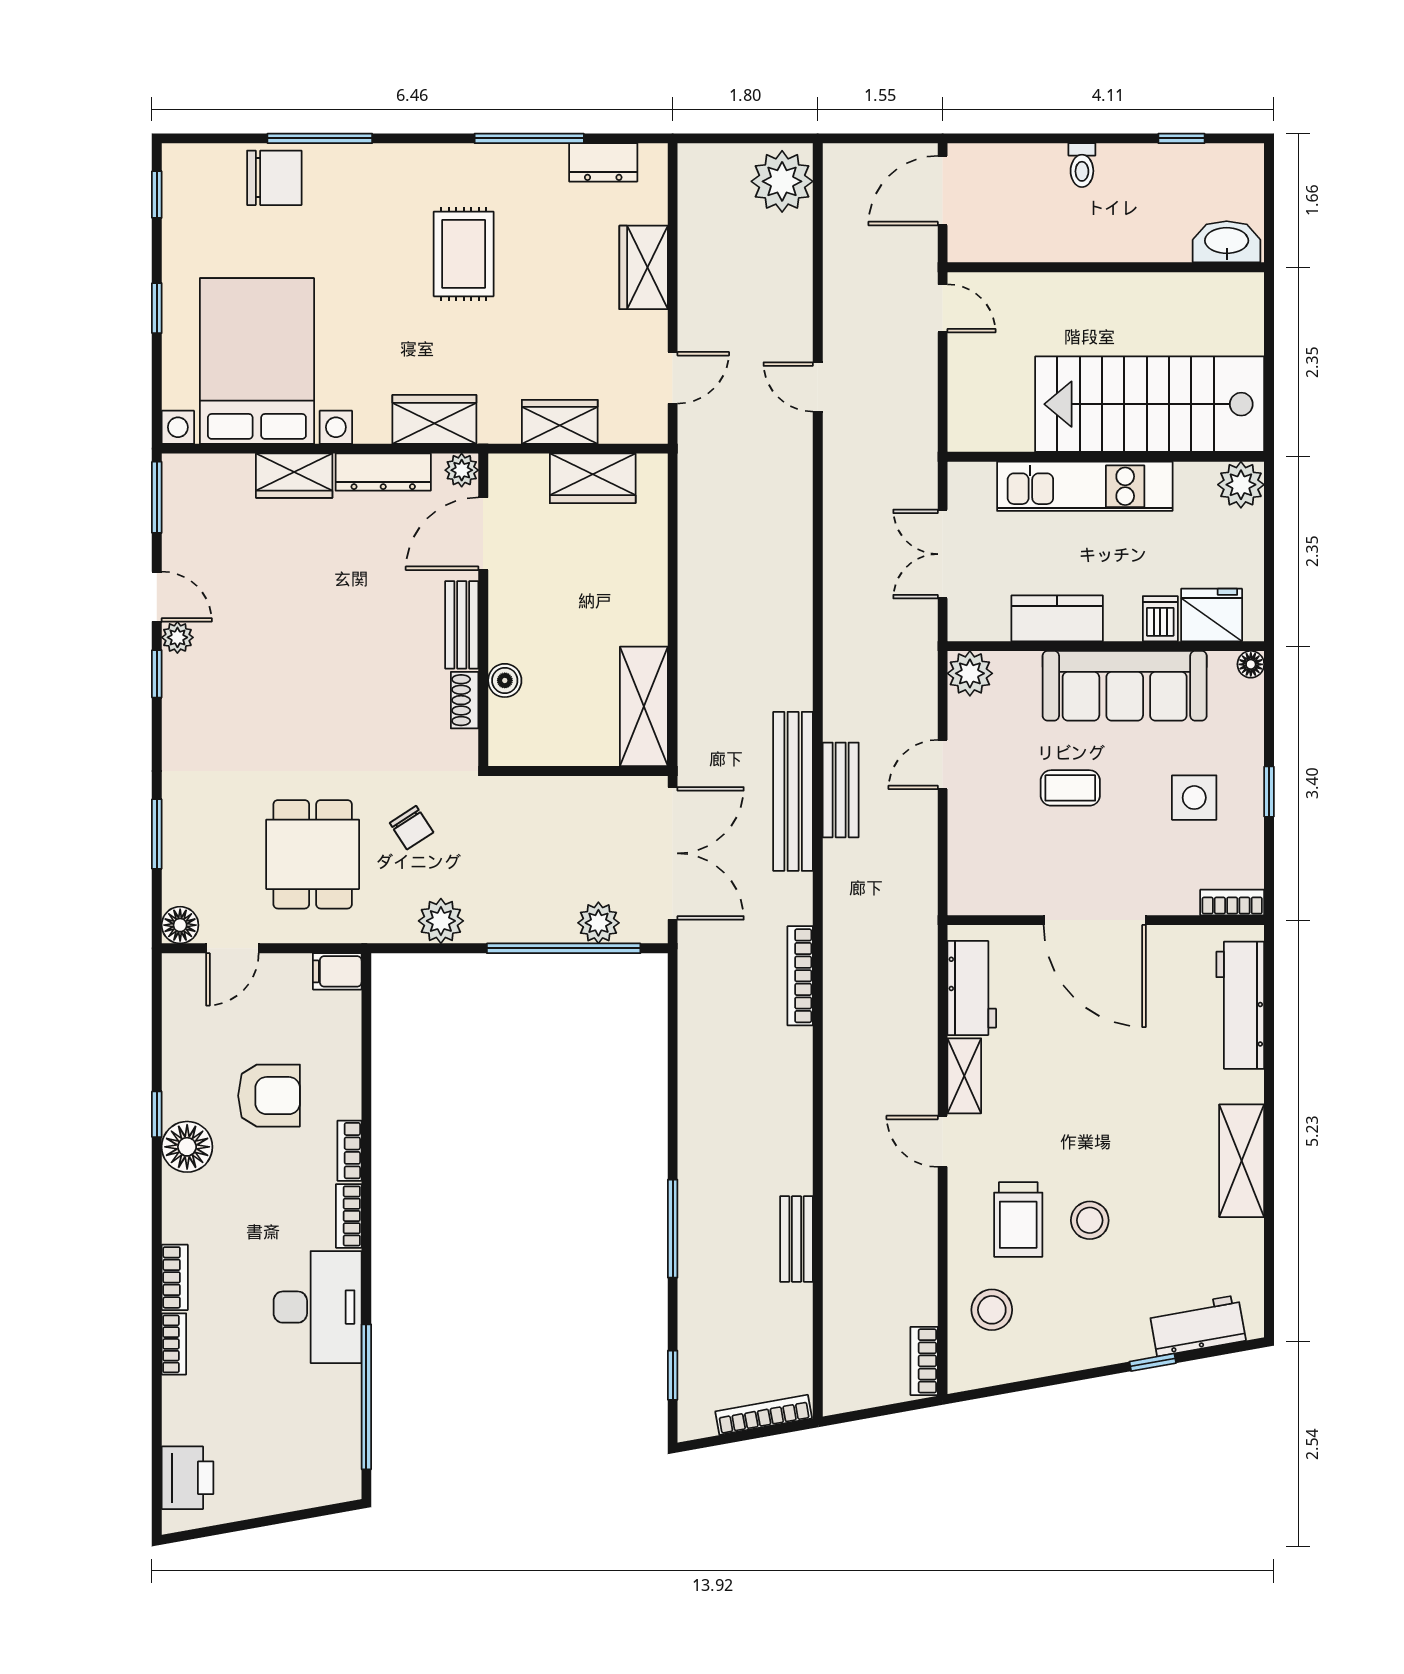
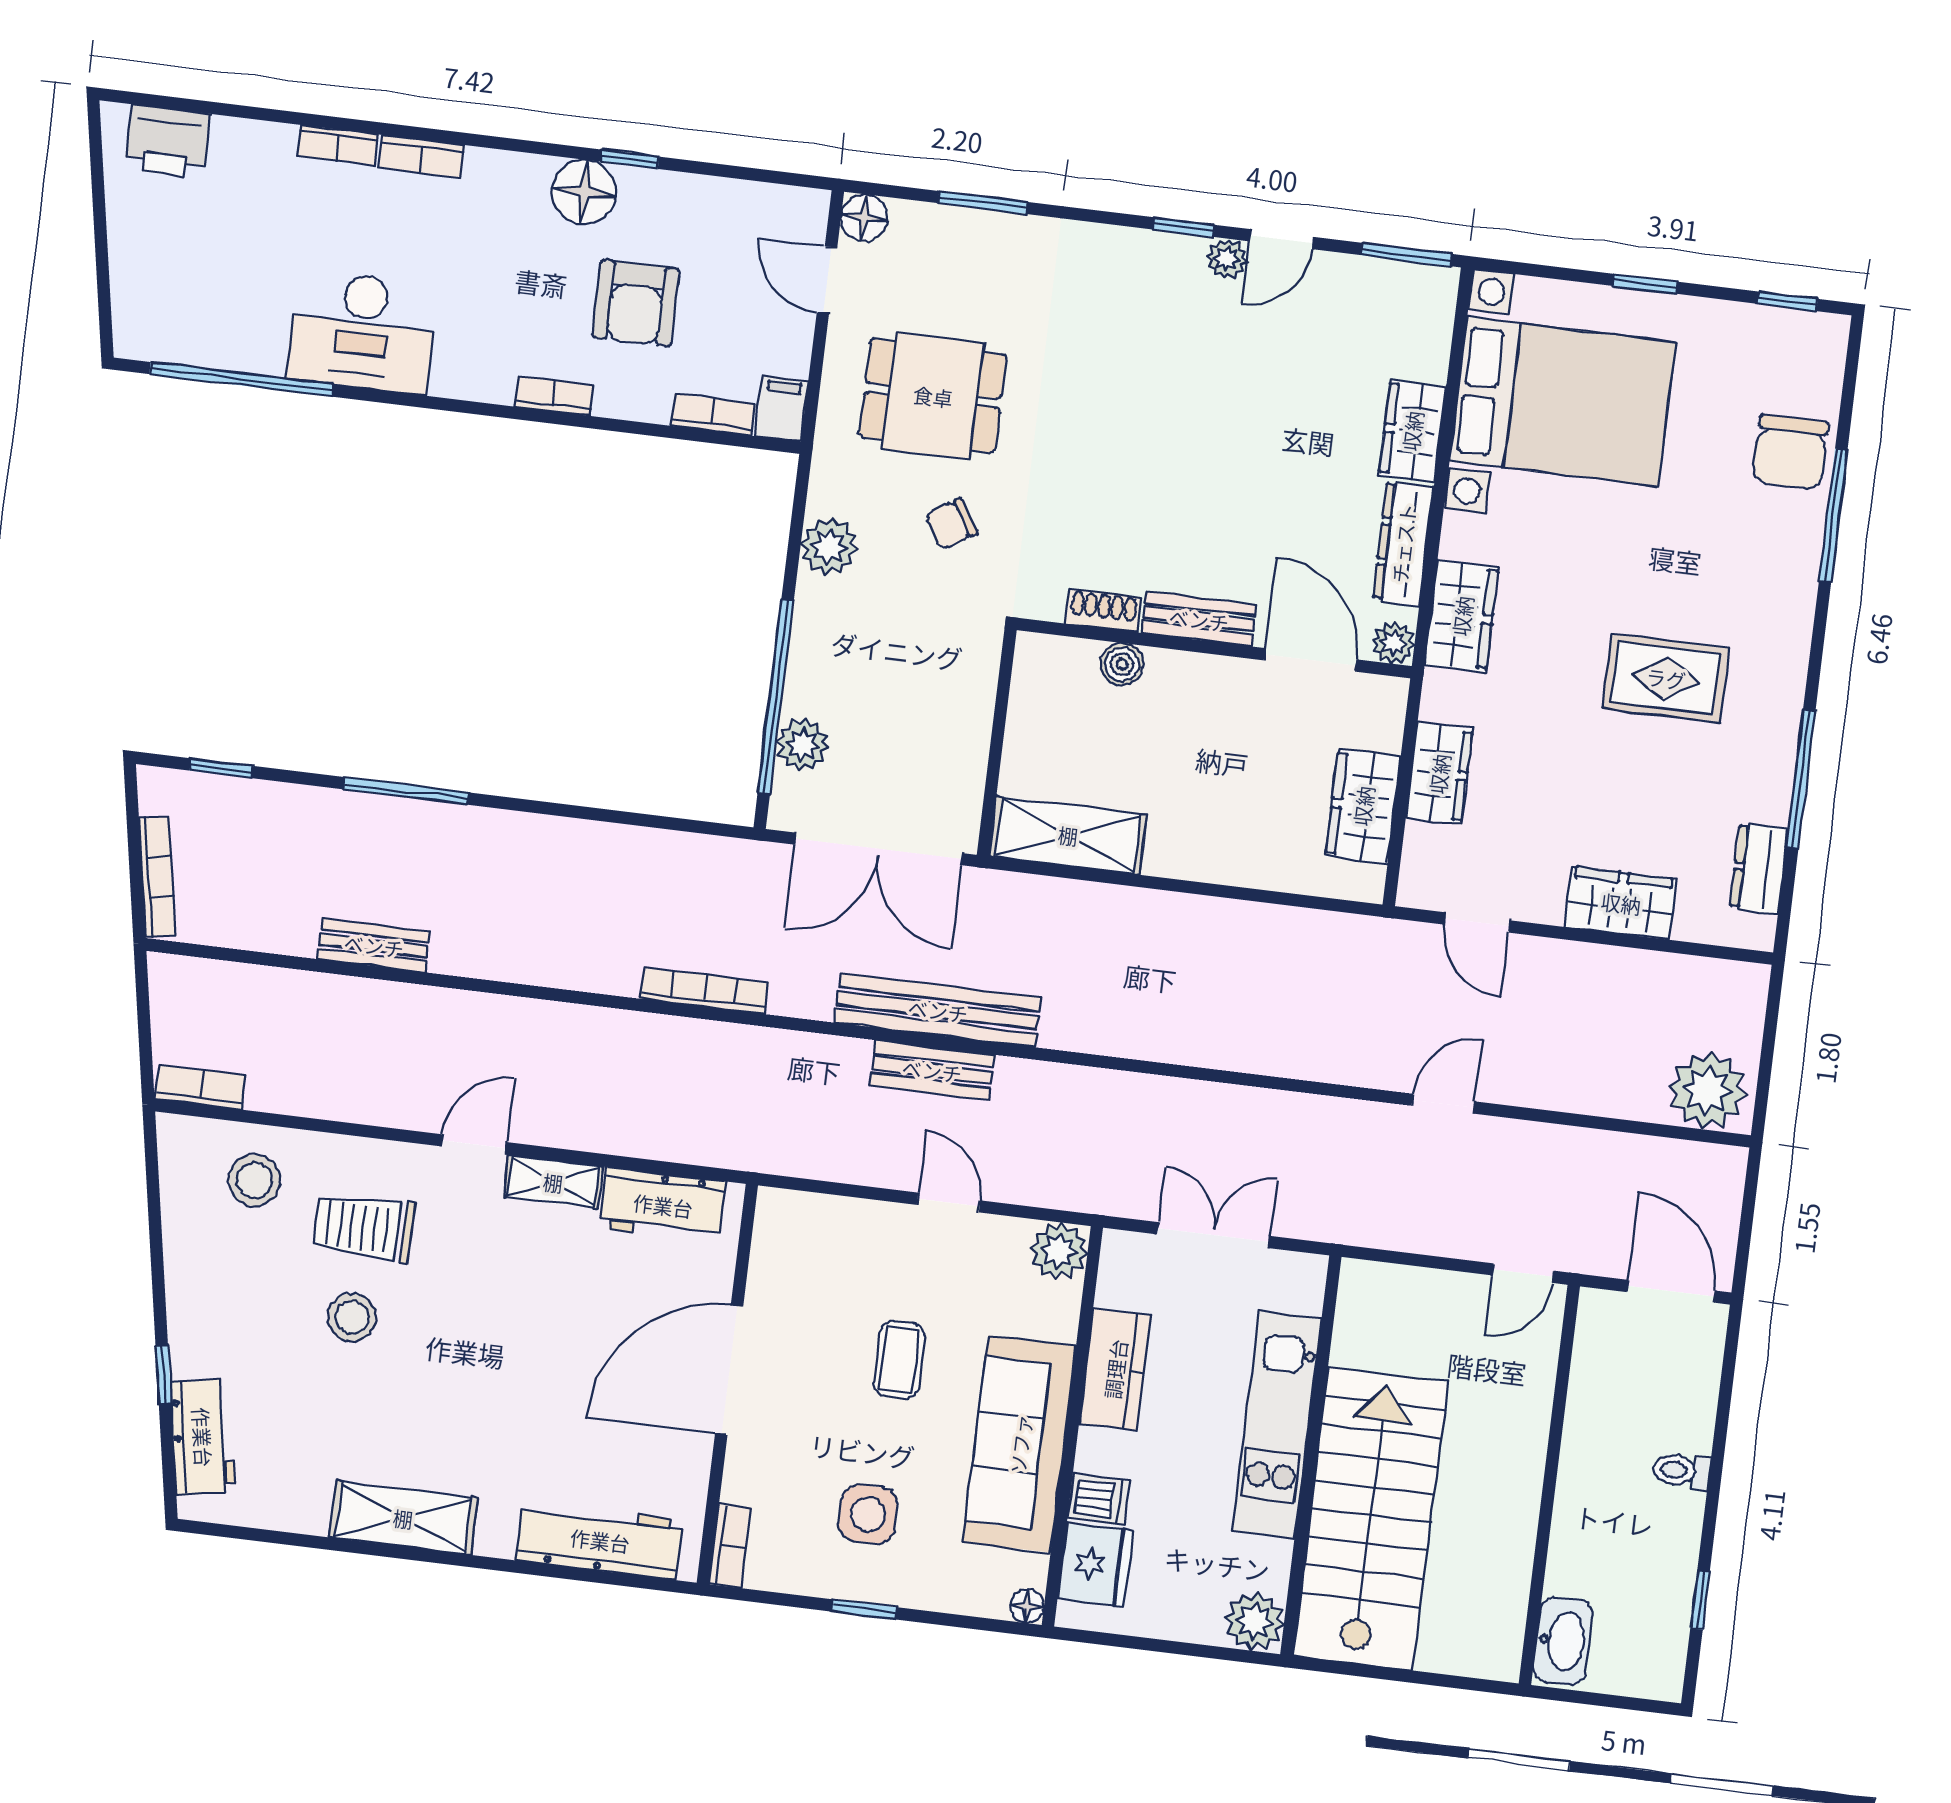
bookcase: (349, 1216) -> (713, 415), moved

